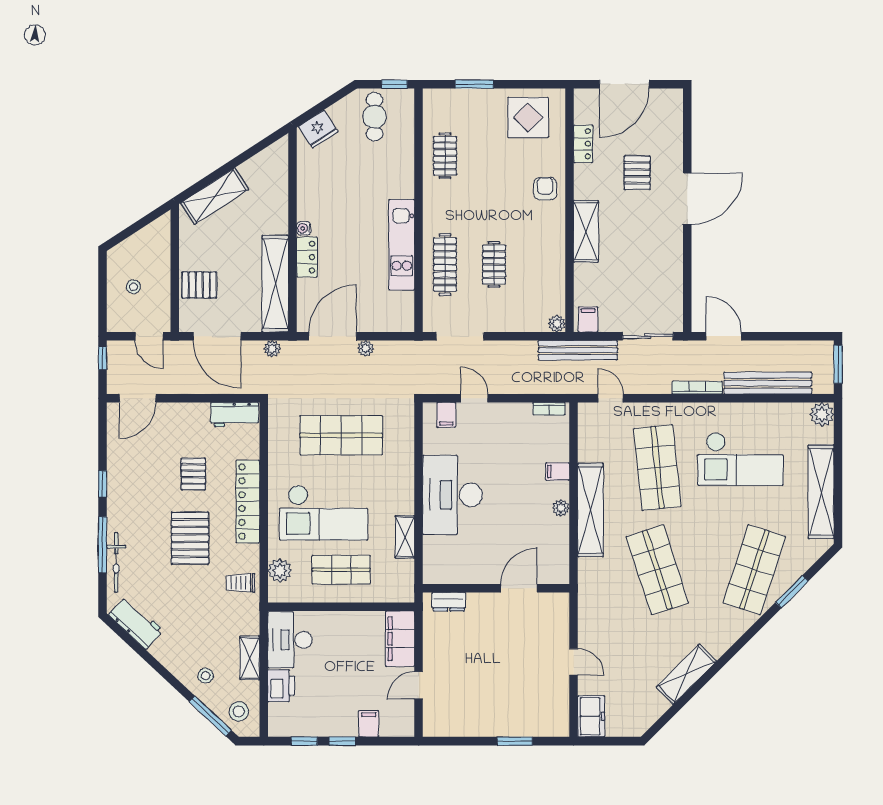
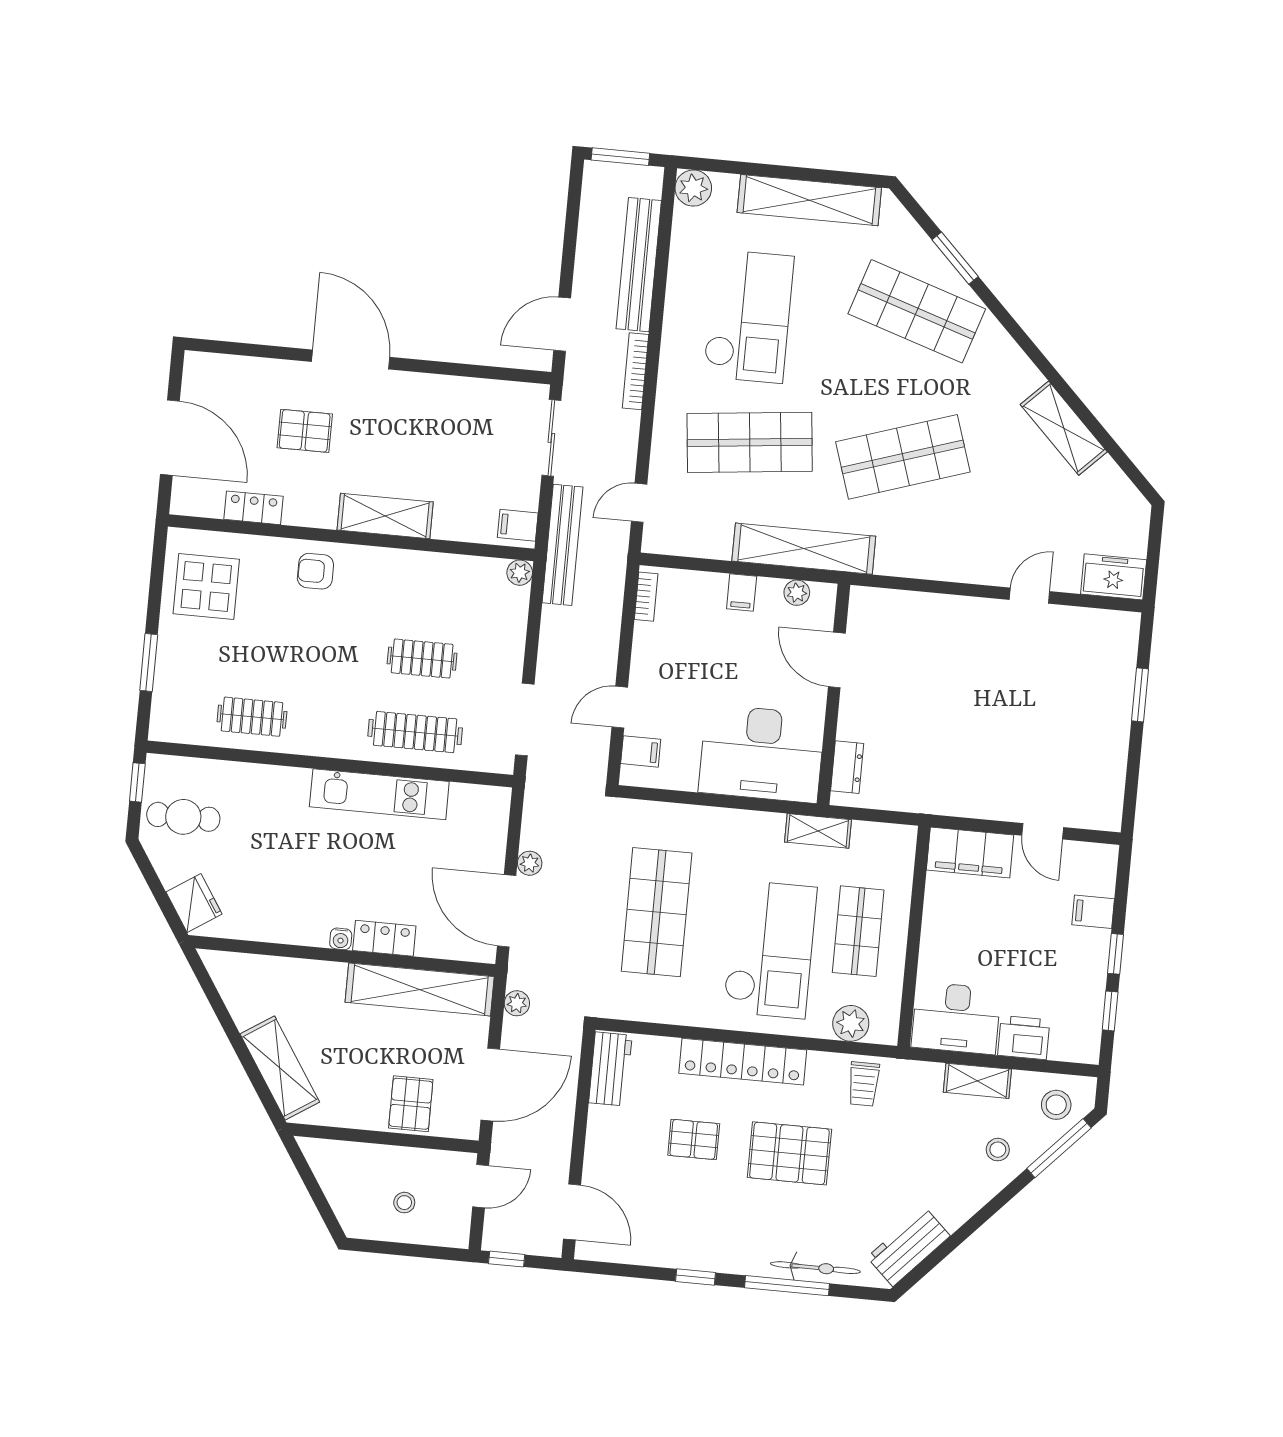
wall: (496, 588) -> (834, 694), moved
door: (519, 588) -> (837, 660), moved
dresser: (449, 602) -> (847, 767), moved

